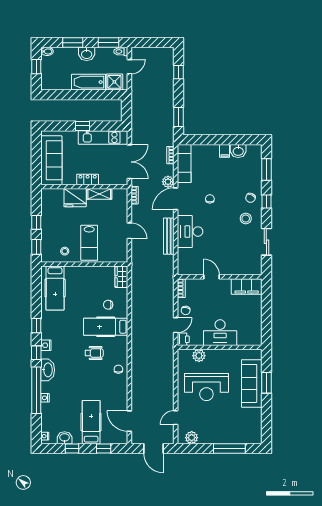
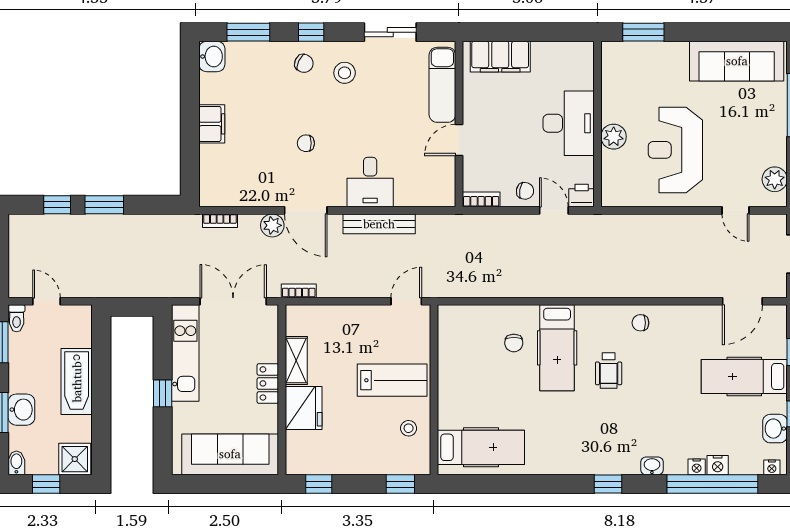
washbasin: (87, 54) -> (21, 410), moved
shower: (114, 82) -> (75, 459), moved
window: (179, 117) -> (104, 205), moved
filing cabinet: (225, 151) -> (212, 124), width x2.00
washbasin: (238, 151) -> (212, 56), moved
exam couch: (184, 164) -> (442, 85), moved, turned -90
window: (36, 222) -> (319, 484), moved
door: (129, 231) -> (406, 301), moved
desk: (190, 232) -> (370, 182), width x0.73
wardrobe: (121, 277) -> (459, 317), removed
filing cabinet: (247, 286) -> (500, 57), moved, turned 90
window: (36, 326) -> (555, 484), removed
nightstand: (46, 345) -> (718, 465), moved
wheelchair: (94, 353) -> (609, 371), turned 180
plant: (199, 356) -> (614, 137), moved
washbasin: (48, 370) -> (652, 466), width x0.52, depth x0.69
sofa: (252, 383) -> (737, 61), moved
window: (266, 383) -> (643, 32), moved
reception desk: (206, 387) -> (675, 150), turned 180
window: (36, 390) -> (712, 484), moved

